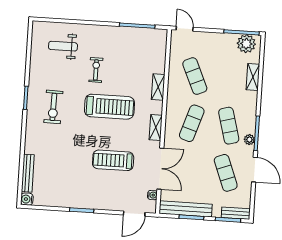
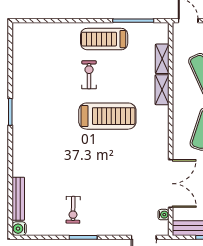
weight bench: (63, 46) -> (49, 50), removed
exercise bike: (53, 107) -> (73, 210), moved, width x0.73, depth x0.72
shelving: (156, 127) -> (162, 59), moved
treadmill: (113, 160) -> (104, 39), moved

